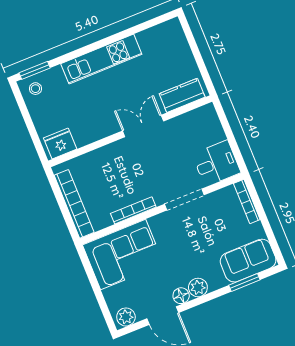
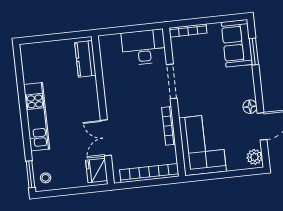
double door: (143, 126) -> (106, 138), moved
desk: (216, 163) -> (144, 47), width x1.37
plant: (198, 287) -> (247, 91), removed

